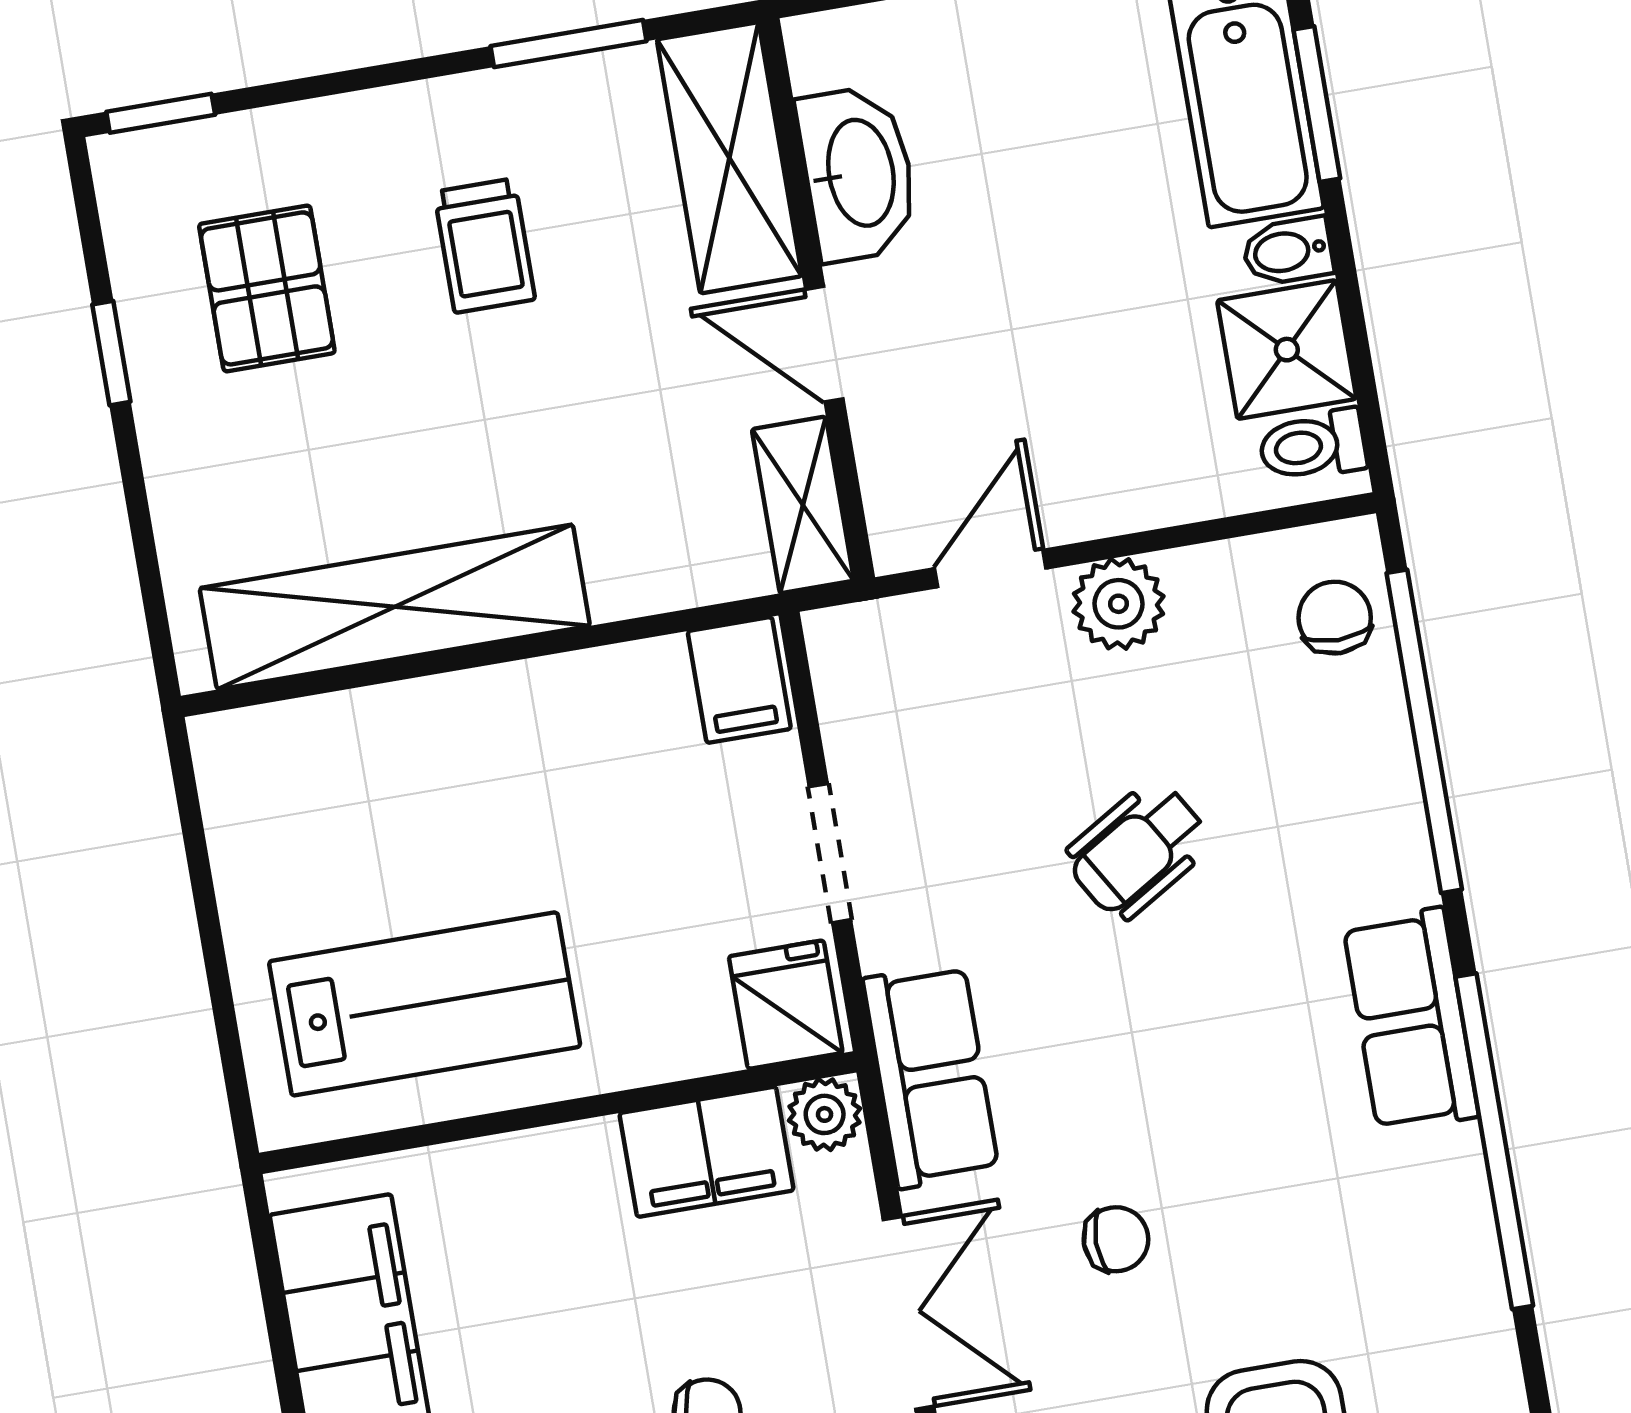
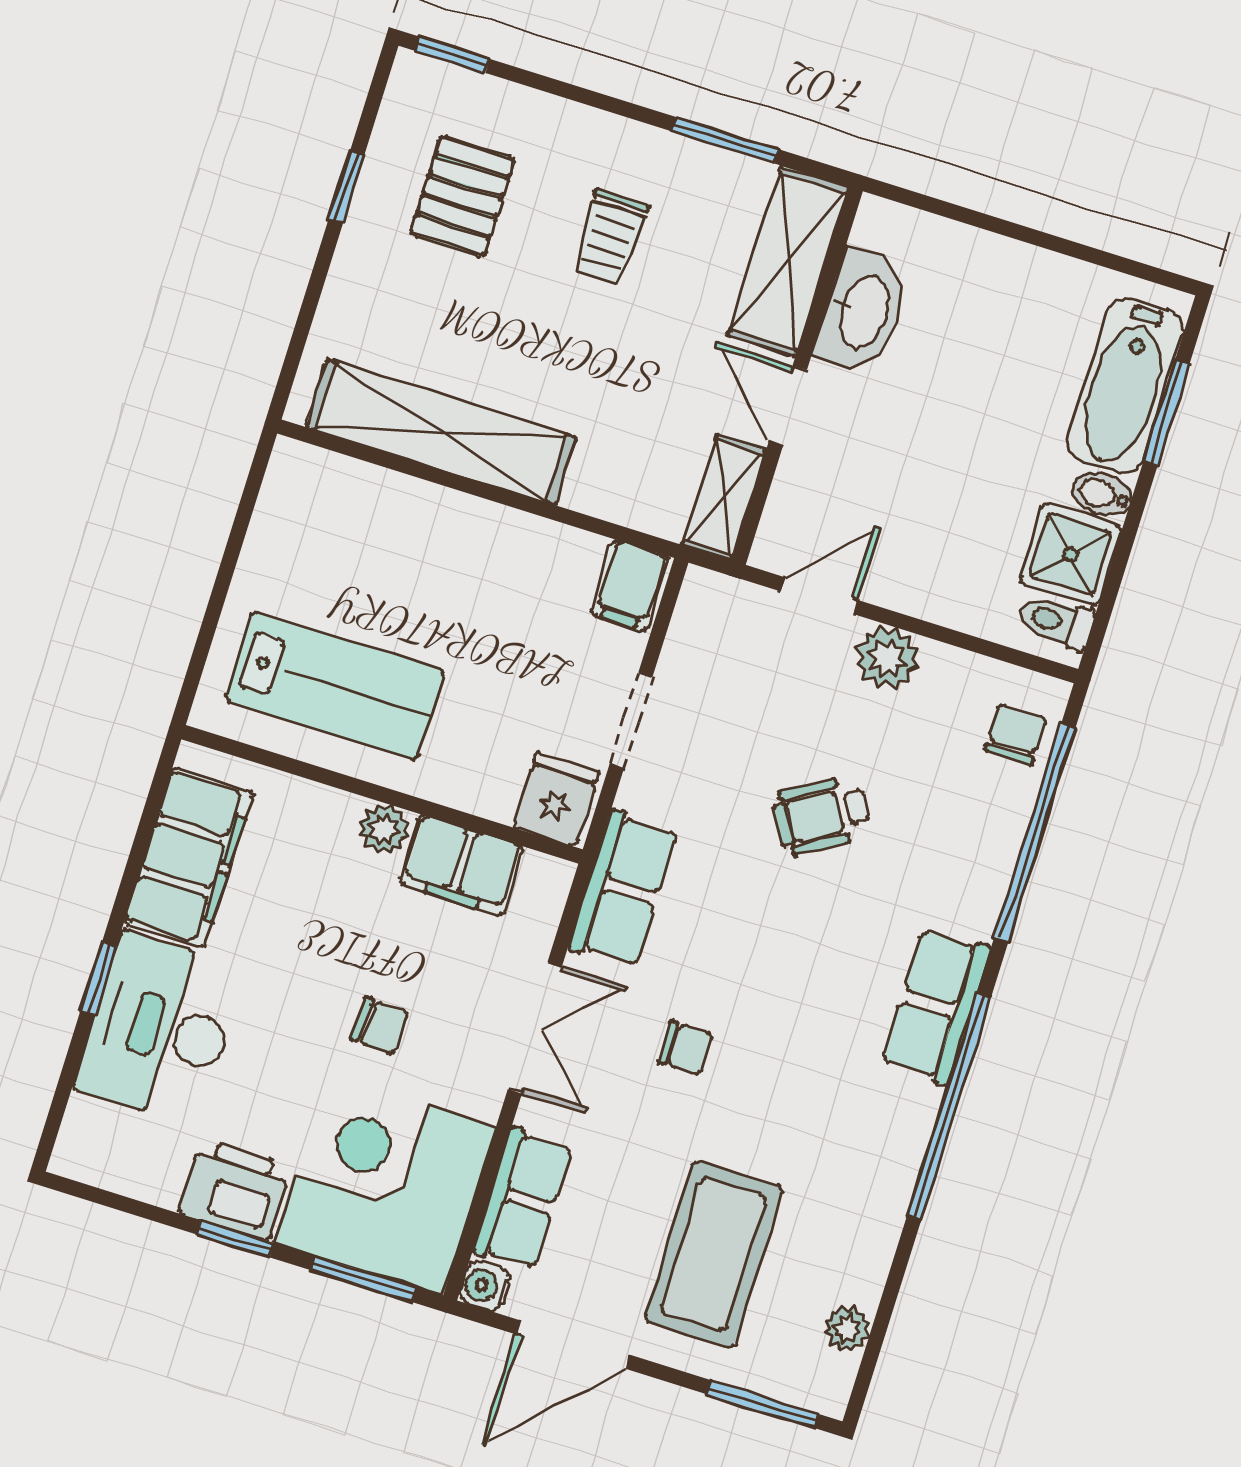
plant: (825, 1114) -> (384, 829), moved

